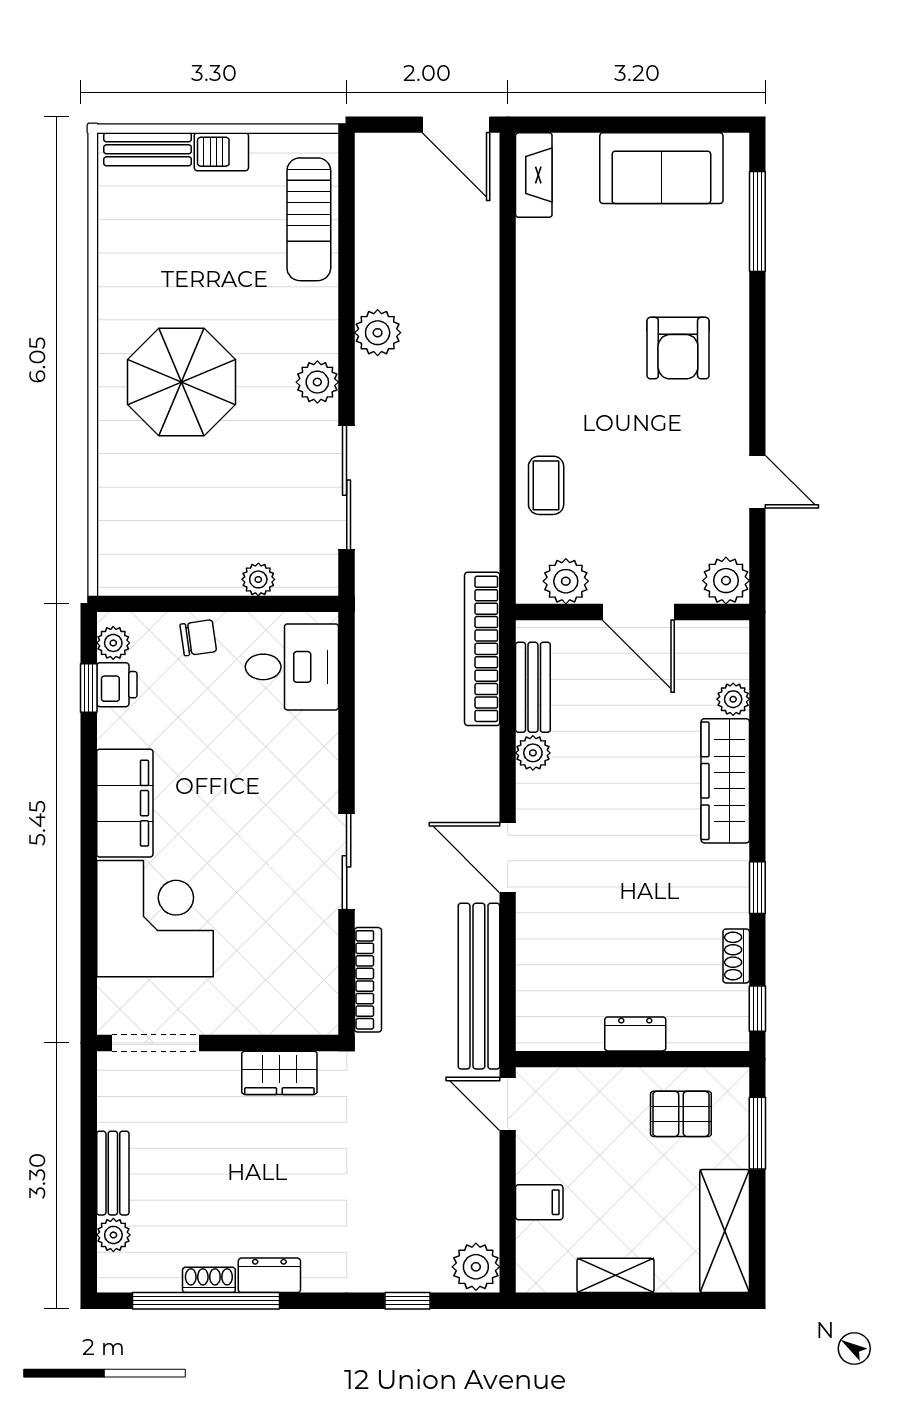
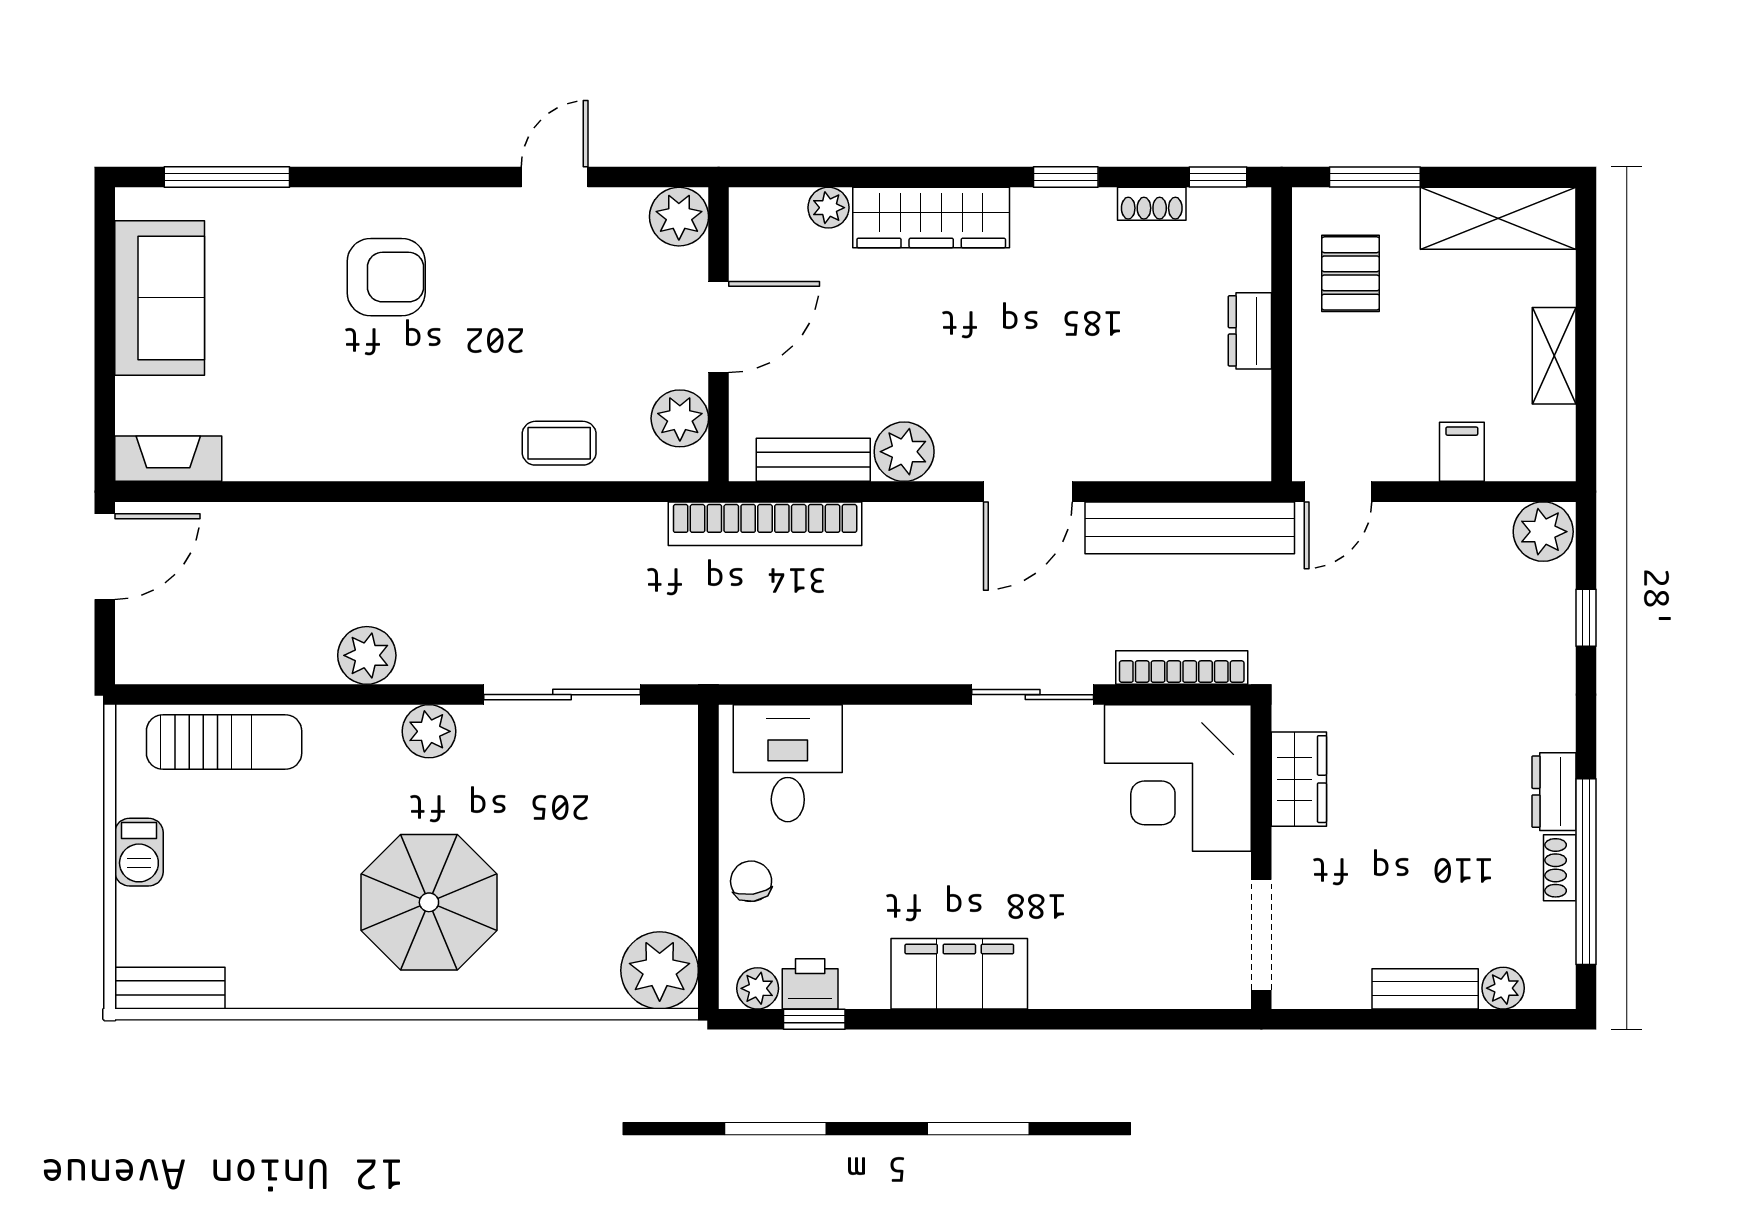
bench: (148, 149) -> (170, 988), moved, turned 90
plant: (258, 579) -> (660, 970), moved, width x1.87, depth x1.87
plant: (533, 753) -> (904, 452), width x1.38, depth x1.38
corner desk: (155, 919) -> (1178, 778), moved, turned -90

